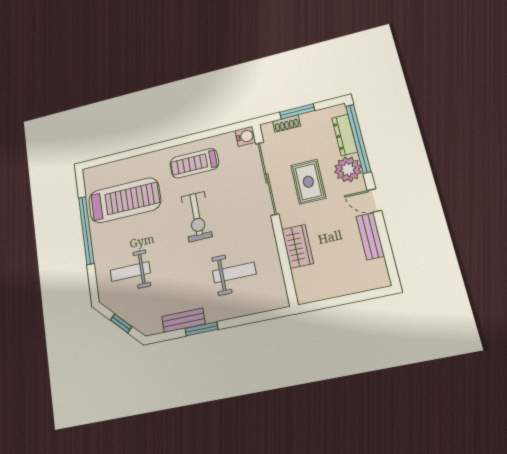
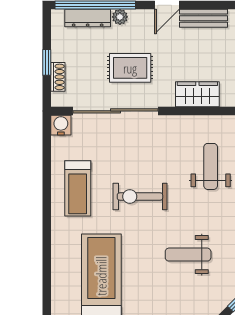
window: (297, 111) -> (47, 62), width x0.67
plant: (348, 169) -> (120, 17), width x0.53, depth x0.53
exercise bike: (197, 217) -> (140, 197), turned 180
weight bench: (130, 272) -> (188, 255), moved, turned 90

